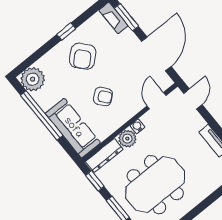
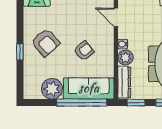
window: (66, 31) -> (20, 52), moved
plant: (33, 79) -> (52, 89), moved
window: (42, 115) -> (82, 103), moved

